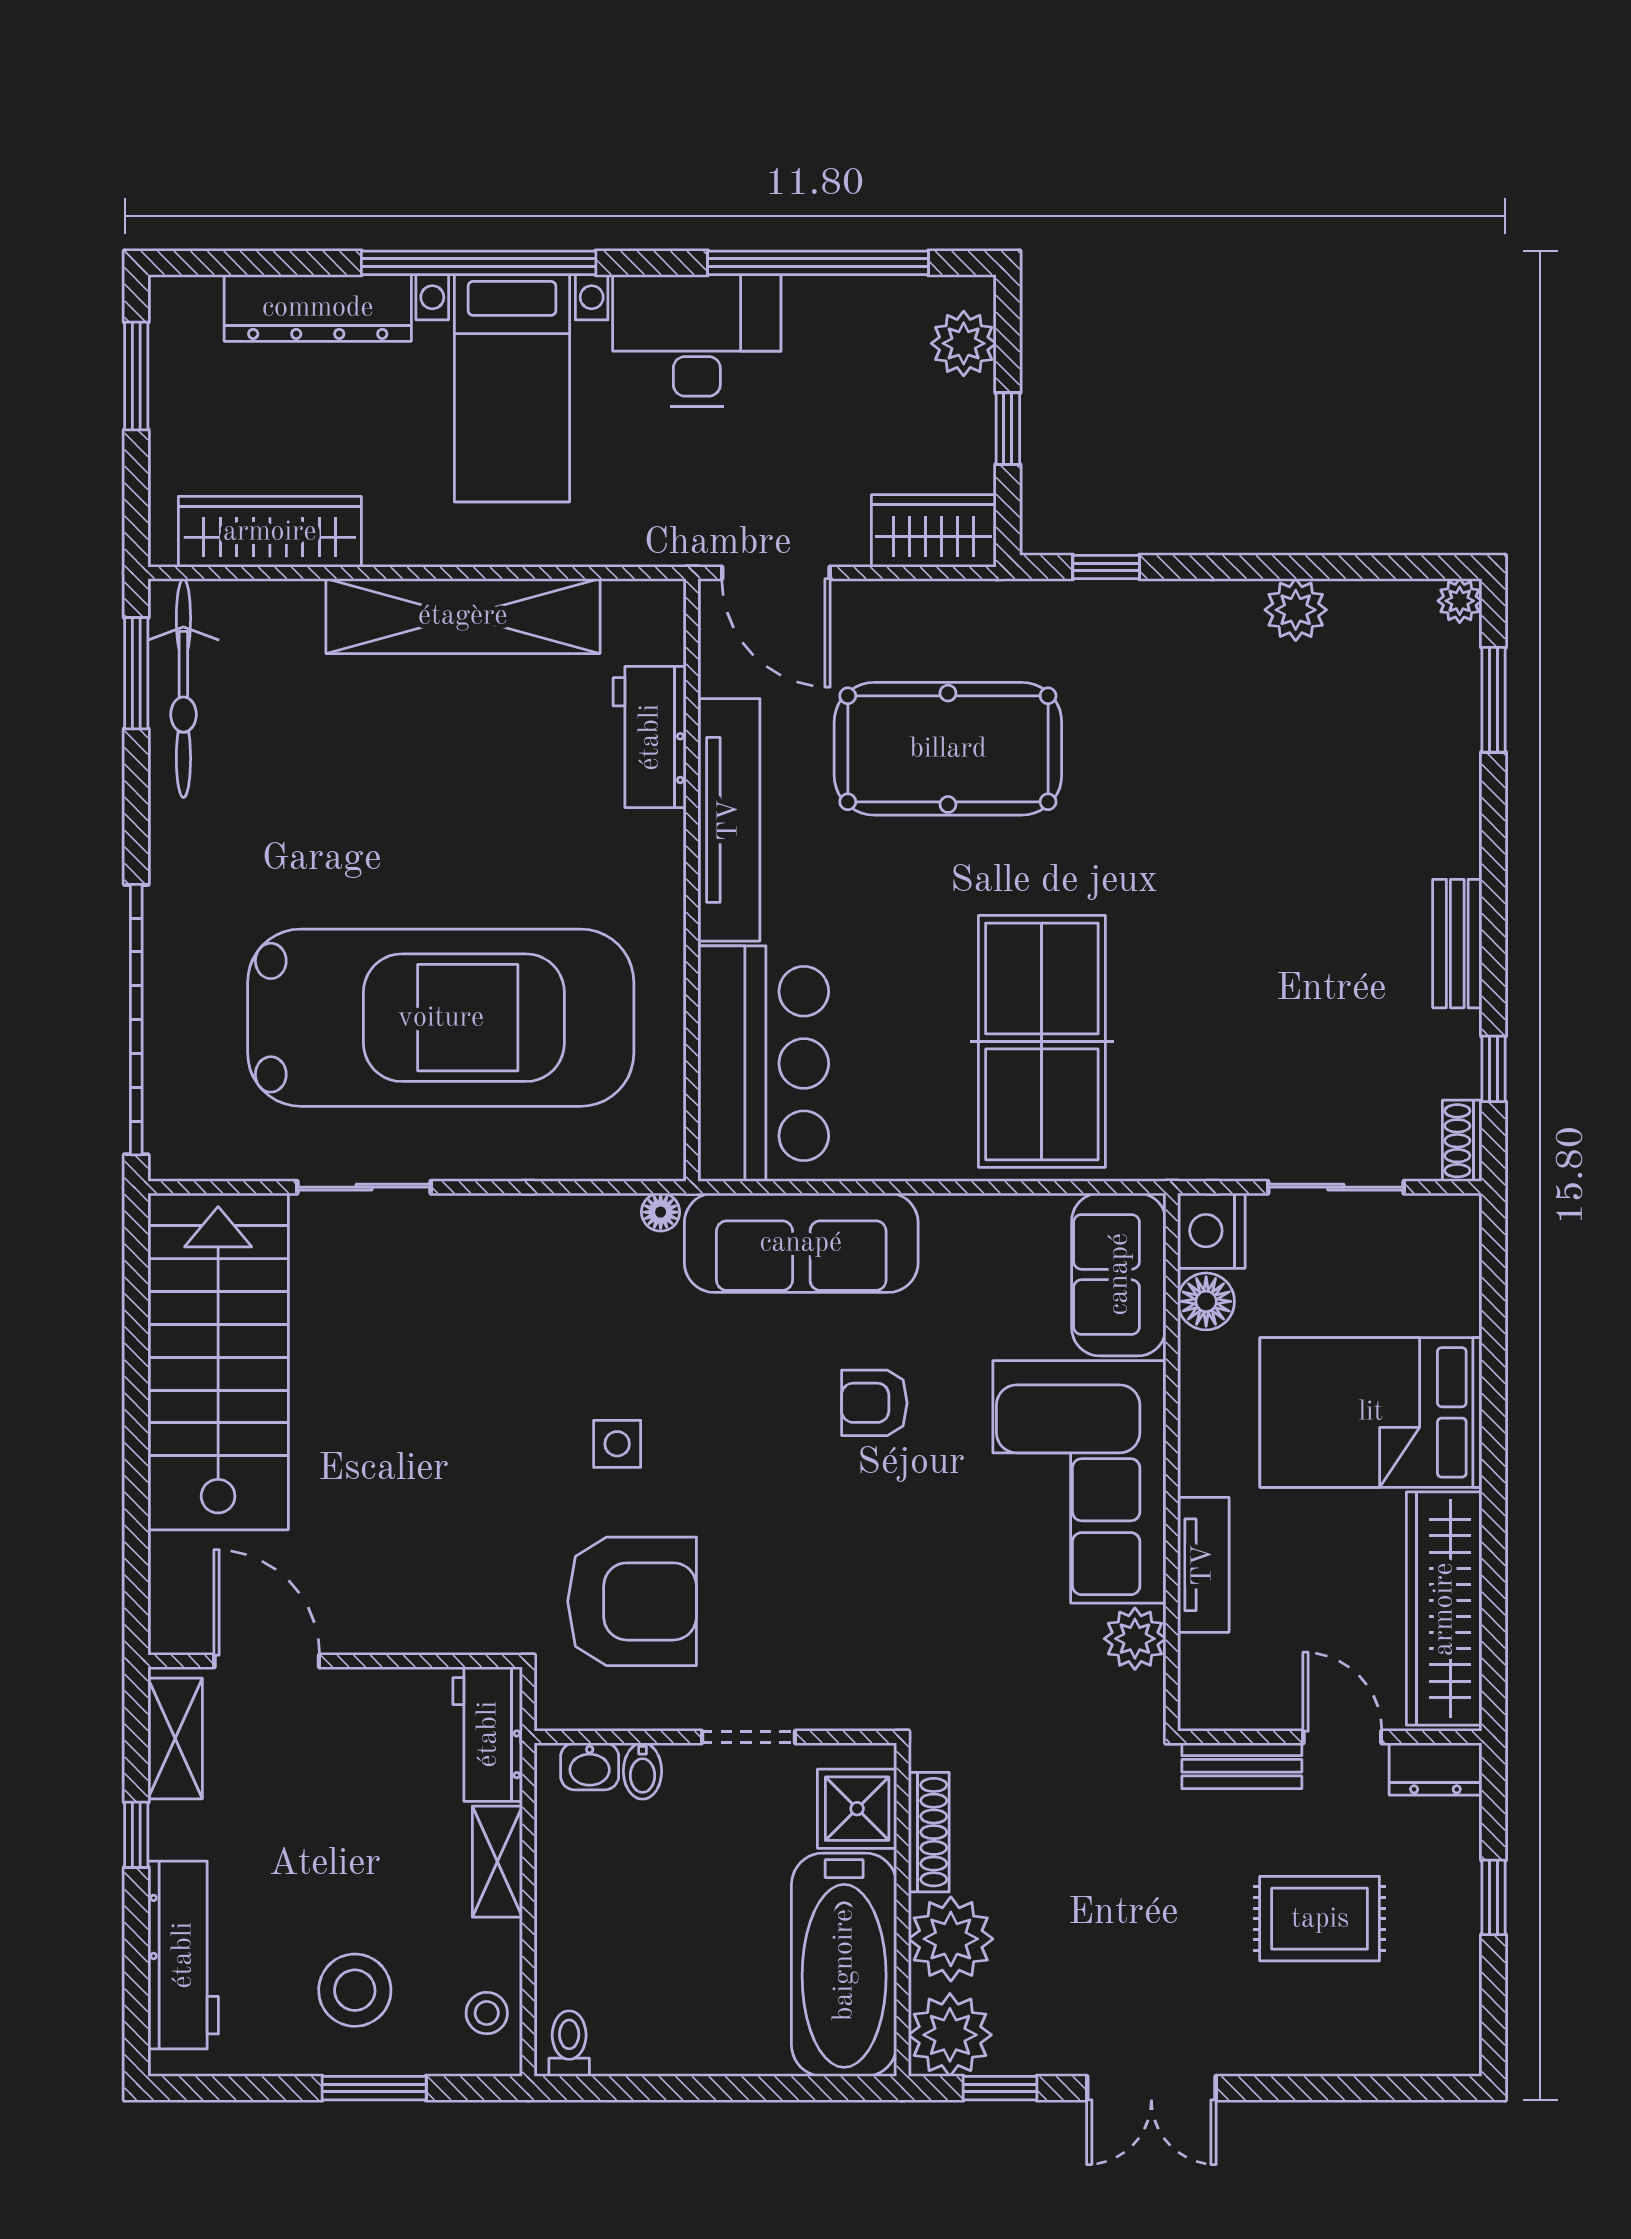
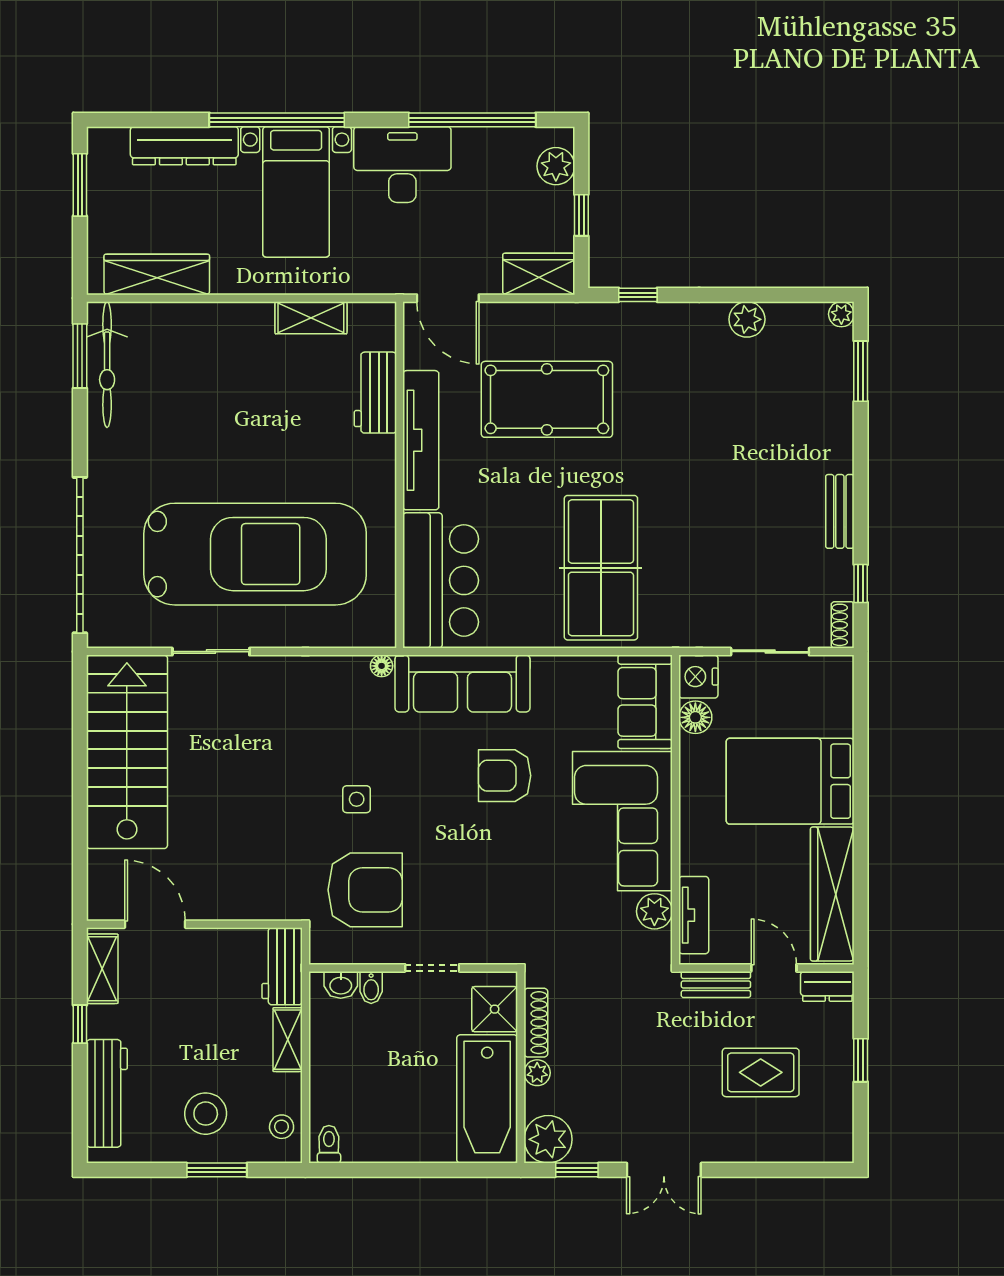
shelving: (463, 616) -> (311, 318), width x0.45, depth x0.75
armchair: (874, 1403) -> (505, 776), width x1.38, depth x1.38
tv unit: (1203, 1565) -> (694, 915), moved
plant: (951, 1939) -> (537, 1073), width x0.53, depth x0.53

